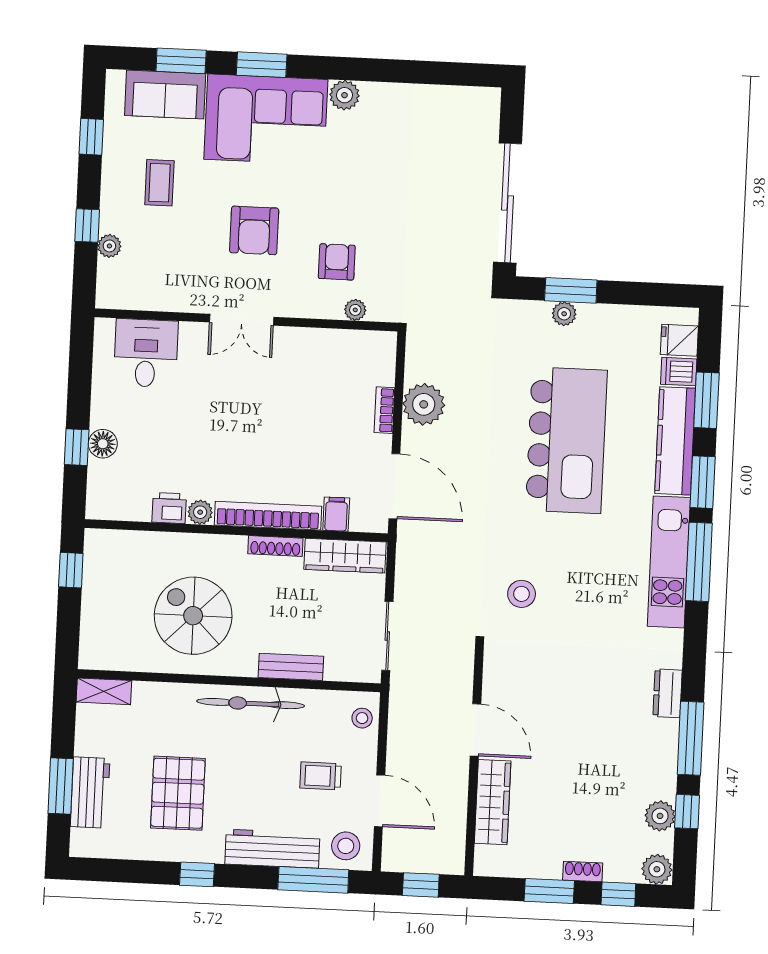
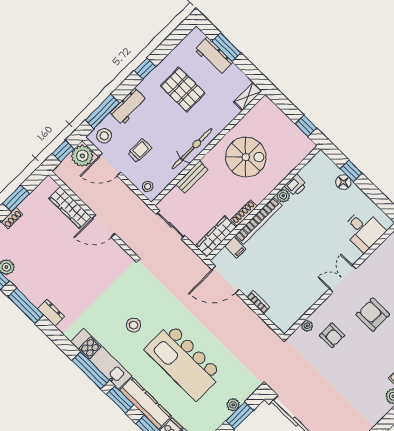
plant: (424, 404) -> (82, 156), moved
stool: (522, 594) -> (134, 325), moved
workbench: (272, 849) -> (129, 107), width x0.73

